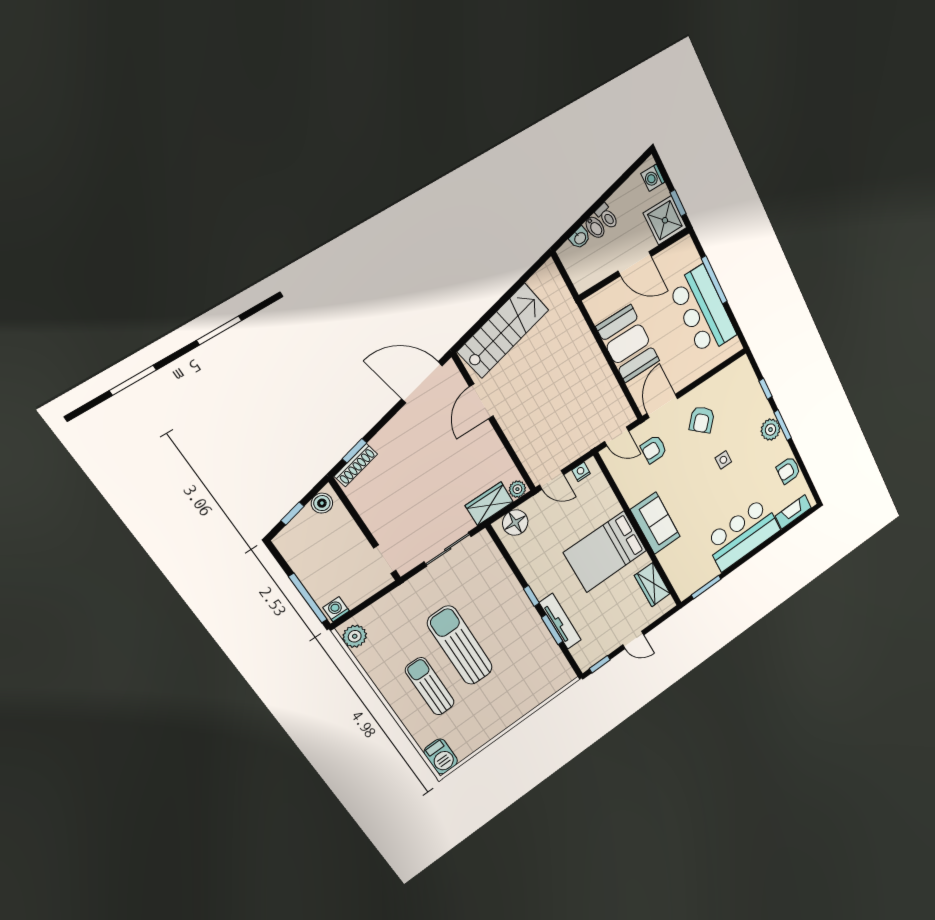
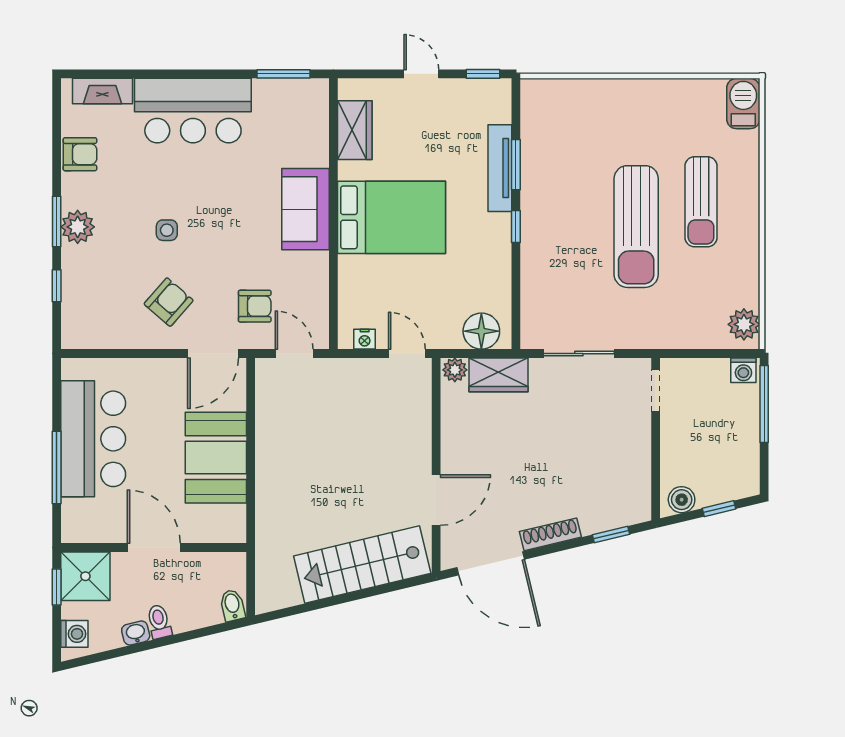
bidet: (595, 227) -> (232, 605), moved
washbasin: (580, 238) -> (136, 633), moved
shoe rack: (356, 465) -> (550, 534), moved

